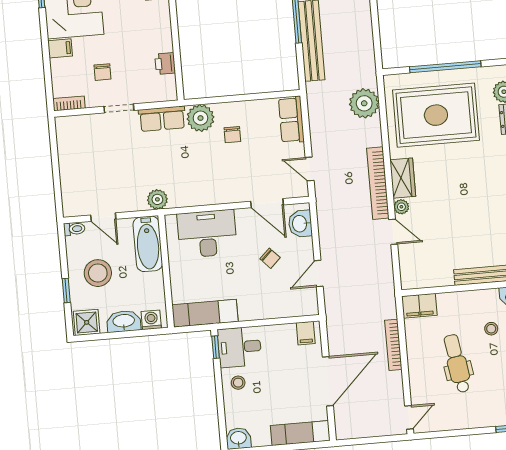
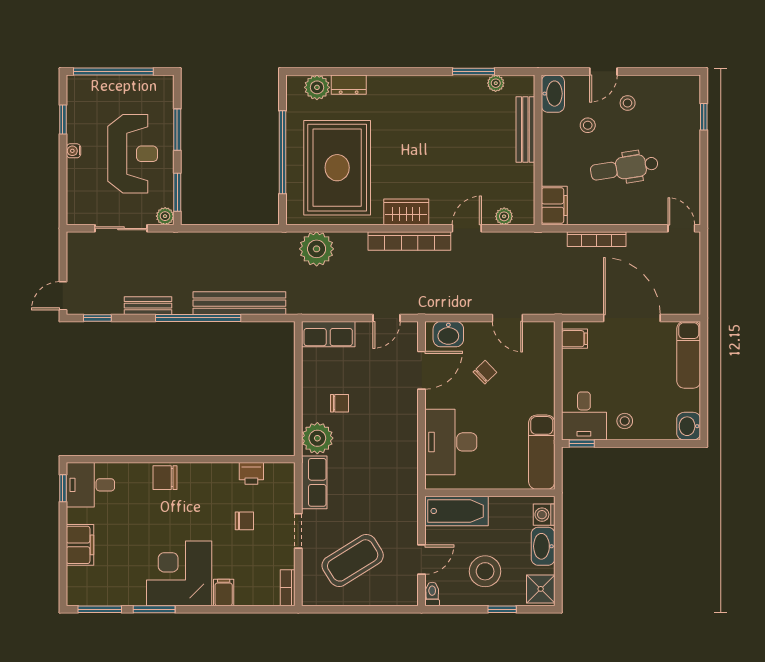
chair: (102, 72) -> (244, 521), moved
coffee table: (97, 158) -> (353, 560), added
plant: (157, 199) -> (406, 496), removed
plant: (401, 207) -> (504, 216), moved

